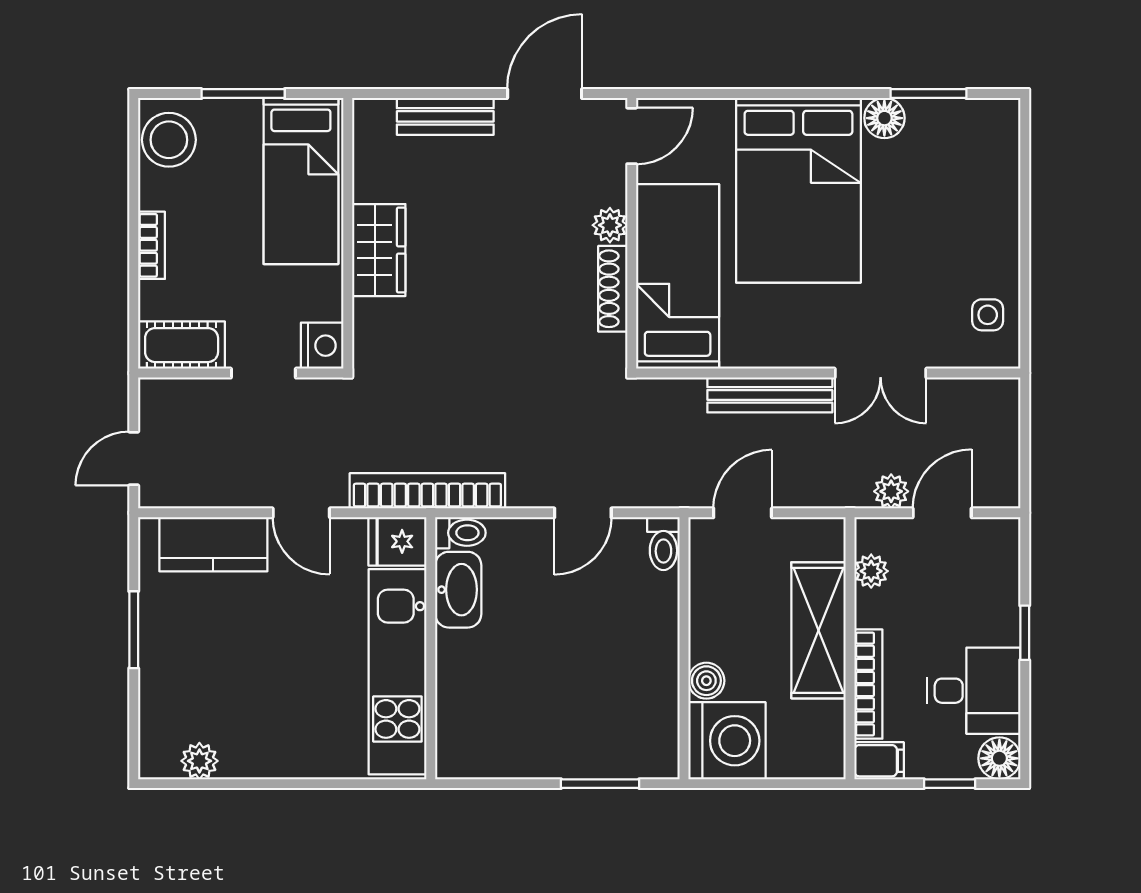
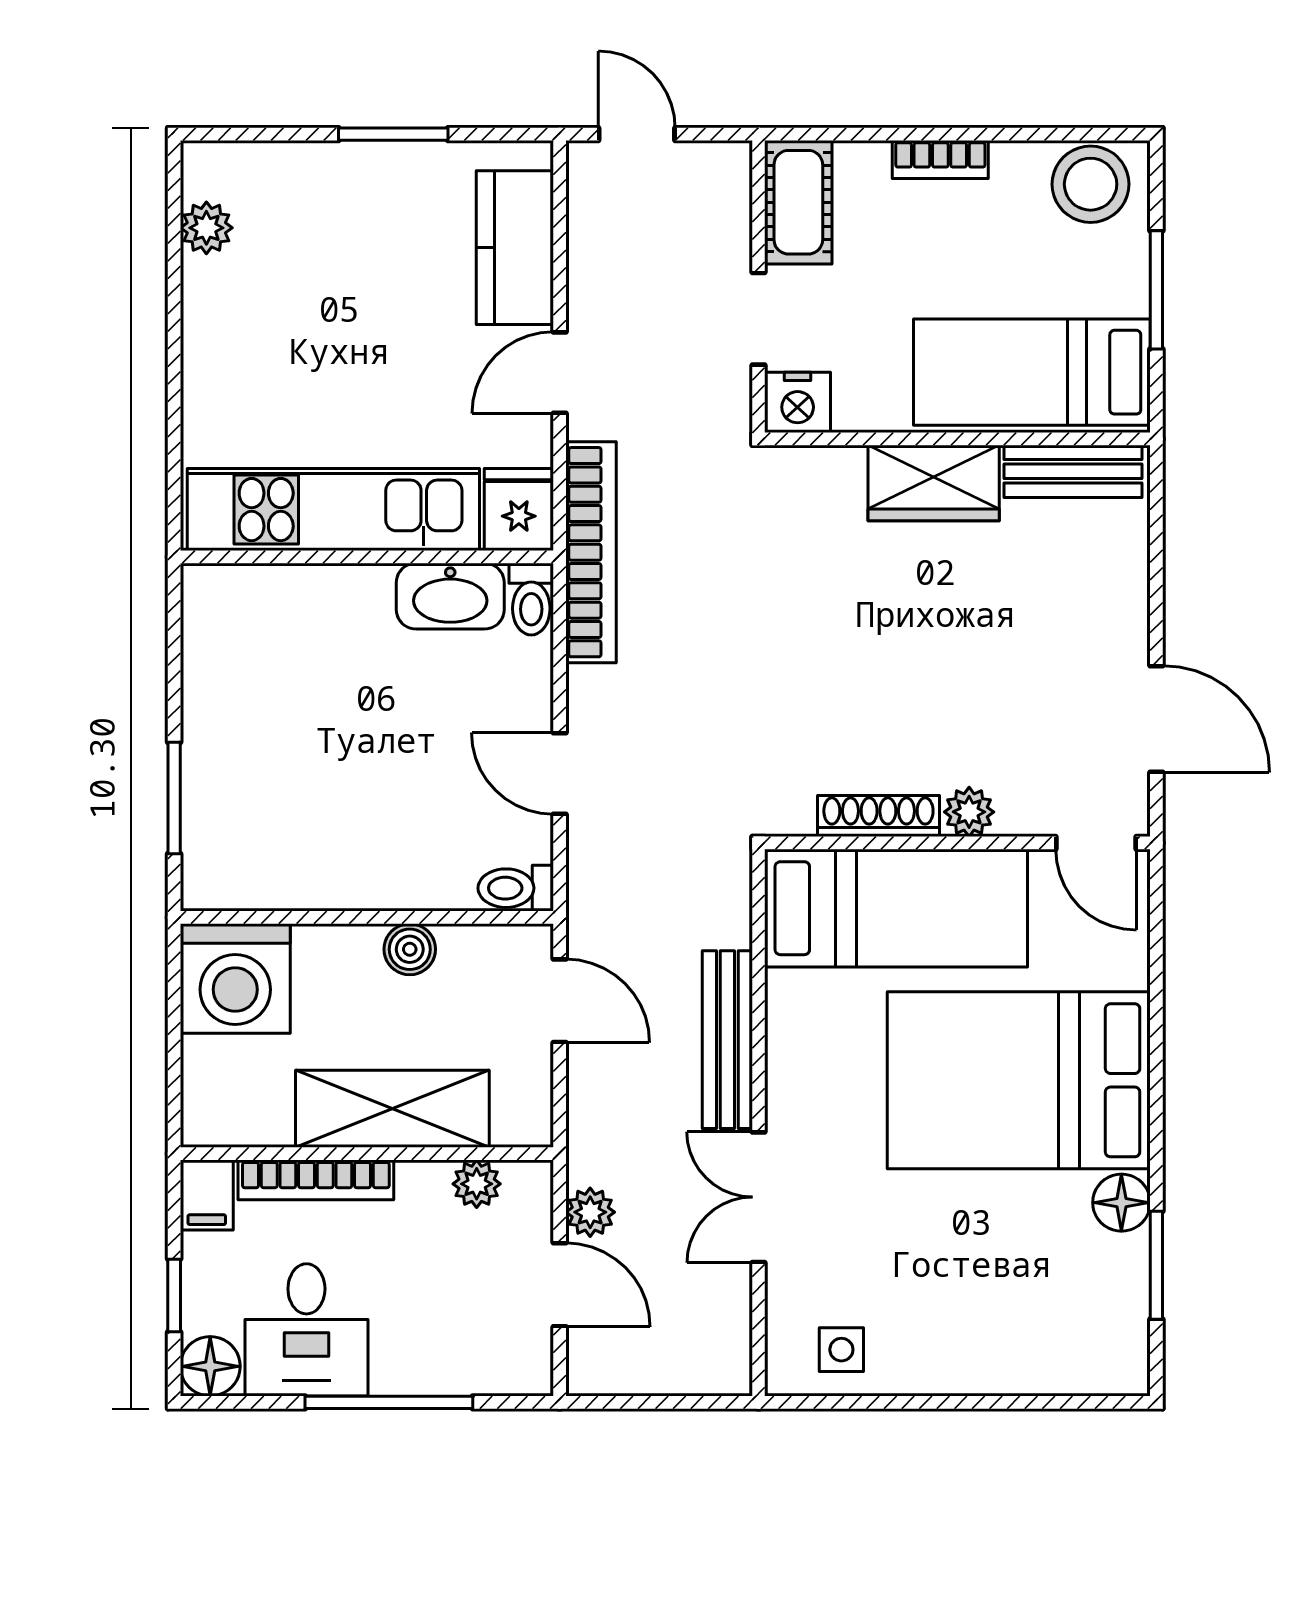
bench: (445, 116) -> (1073, 471), moved, turned 90
window: (1025, 633) -> (389, 1402), width x2.17
boiler: (706, 681) -> (410, 949), moved

